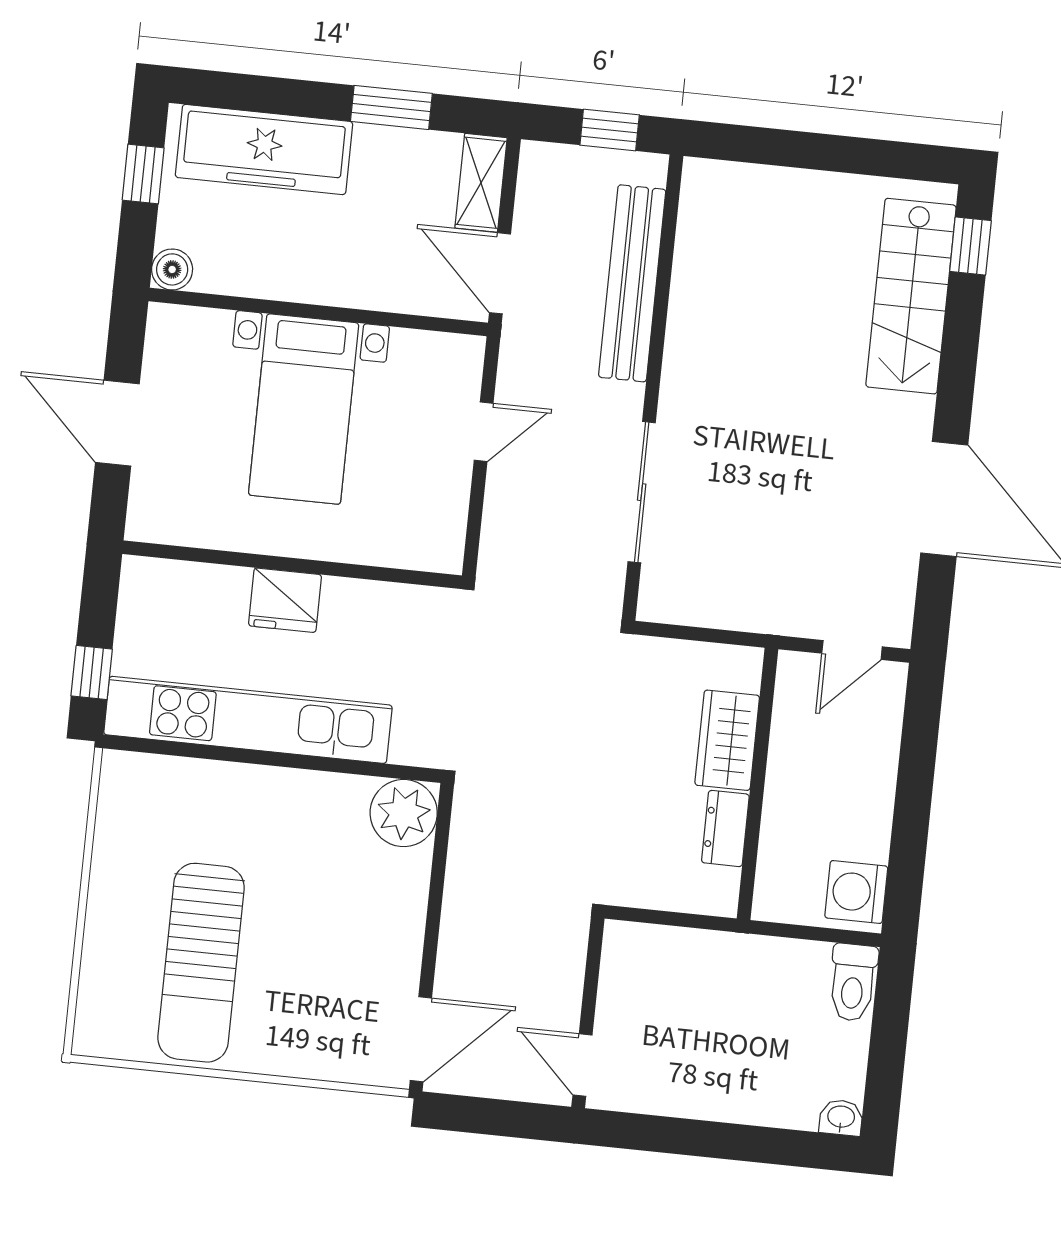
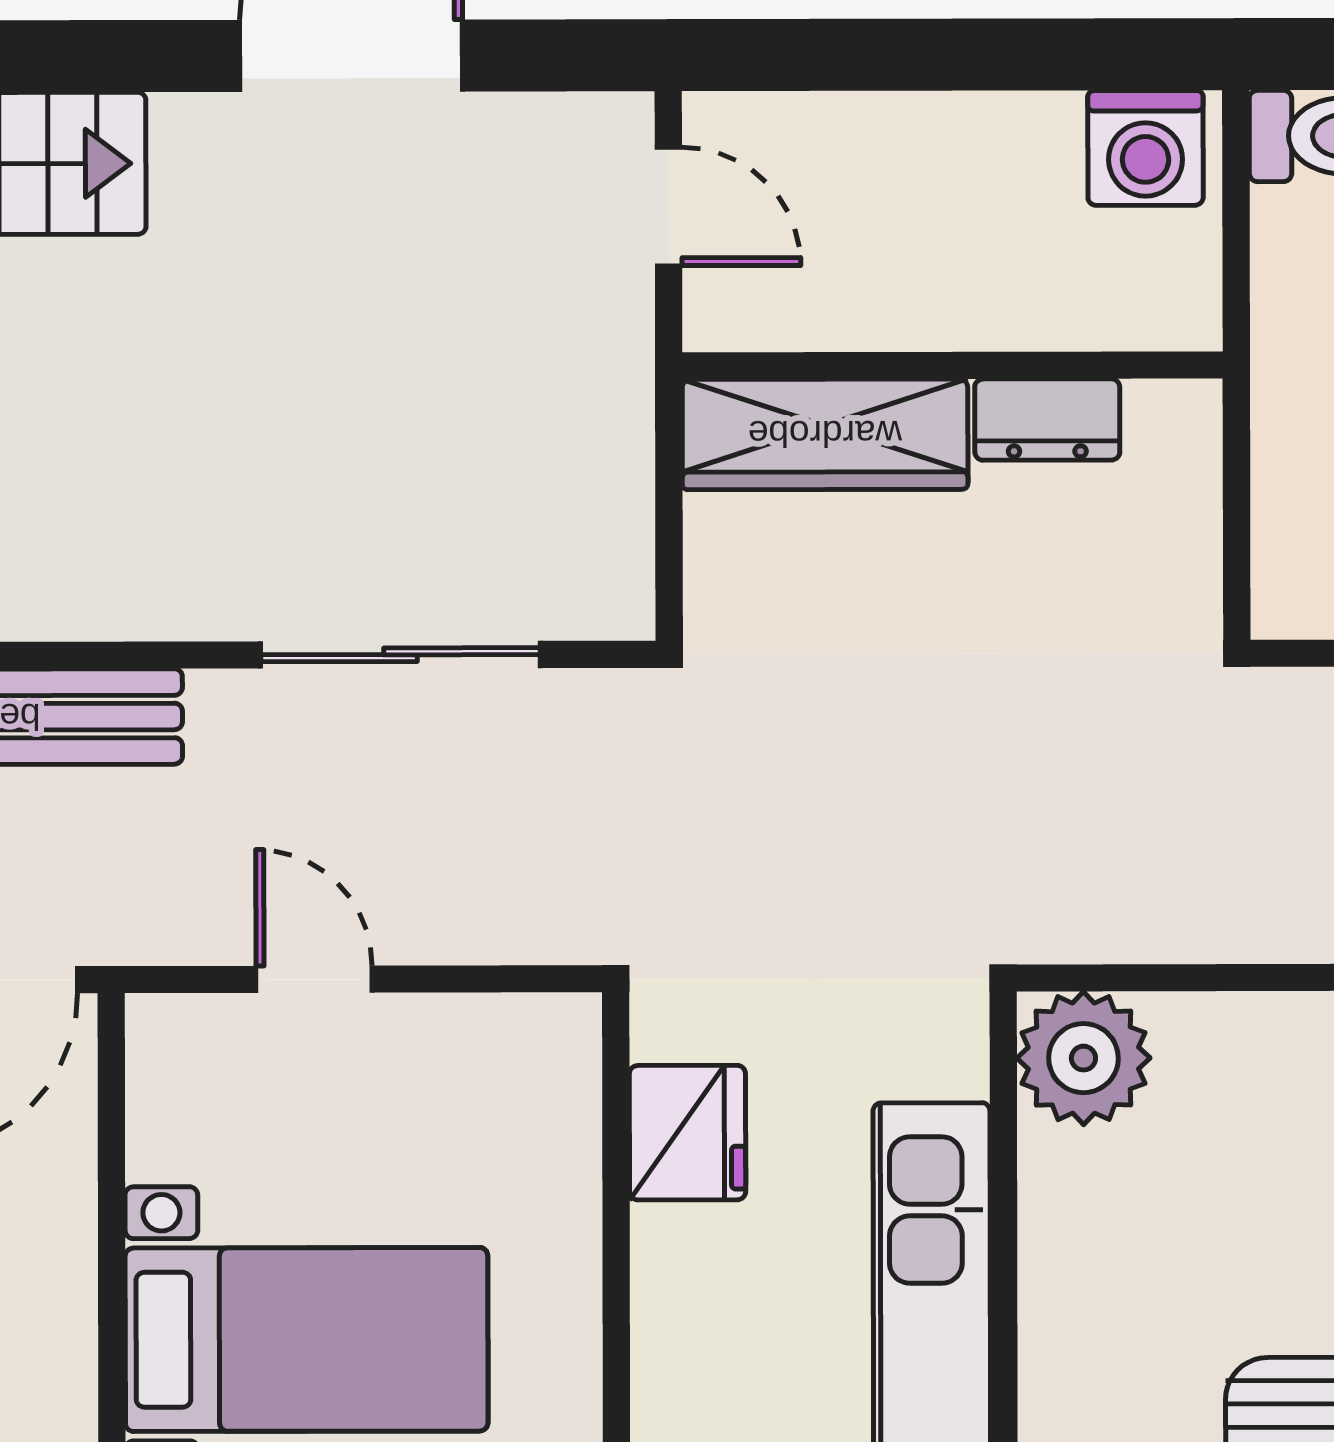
fridge: (285, 600) -> (687, 1133), moved
wardrobe: (727, 740) -> (825, 434), width x1.50

